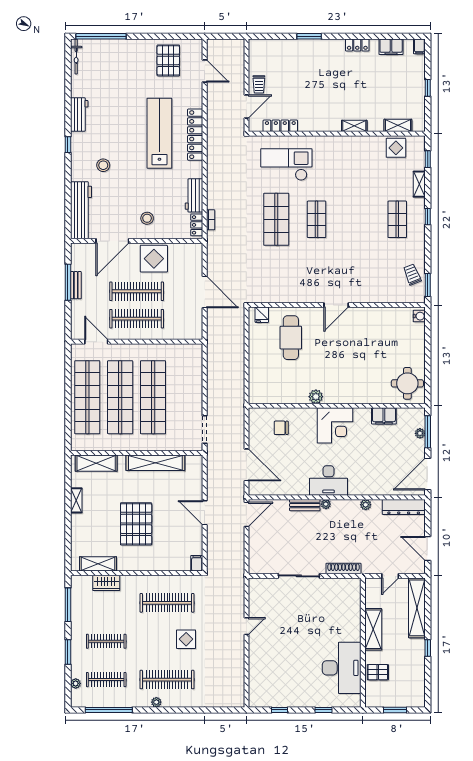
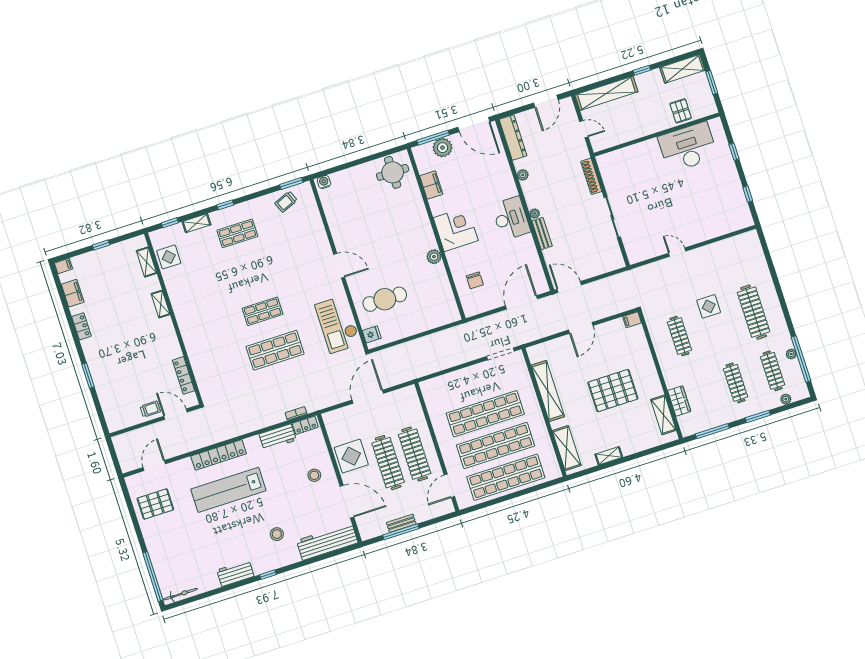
checkout: (286, 165) -> (338, 324), moved
plant: (420, 433) -> (443, 148), width x1.88, depth x1.88
clothes rail: (167, 603) -> (679, 336), width x0.73, depth x0.76
shelving: (373, 629) -> (682, 69), moved
plant: (156, 702) -> (791, 354), moved

